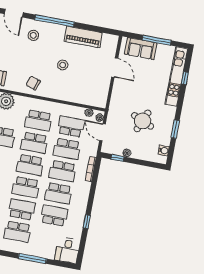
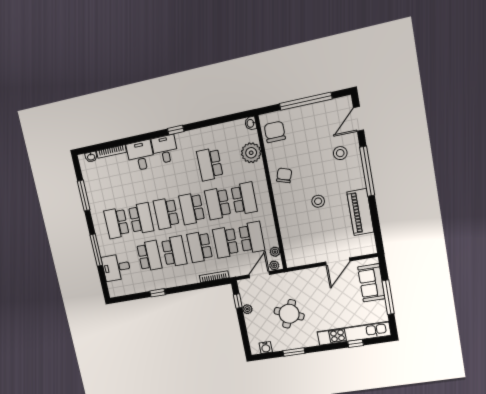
school desk: (38, 120) -> (244, 198), turned 180
school desk: (58, 193) -> (174, 251), turned 180
desk: (67, 250) -> (116, 267), moved

